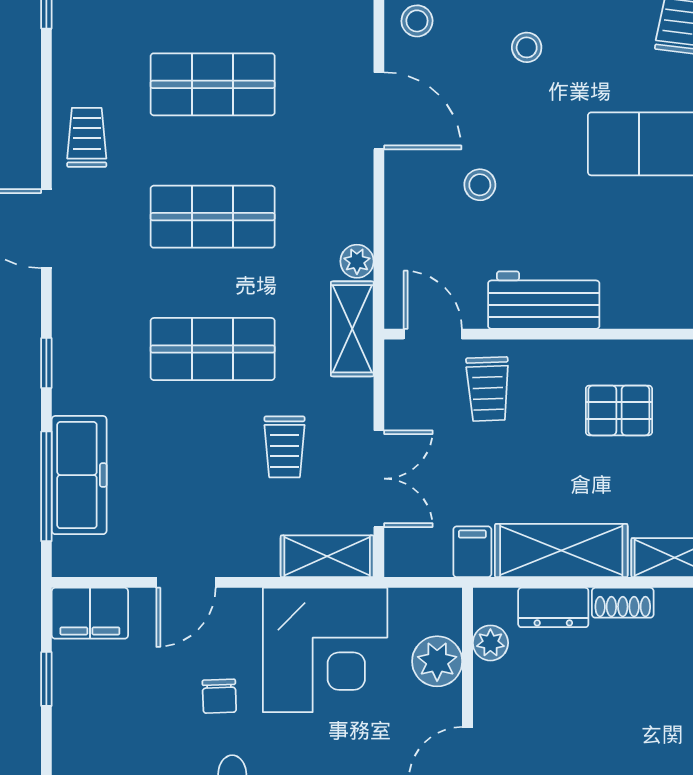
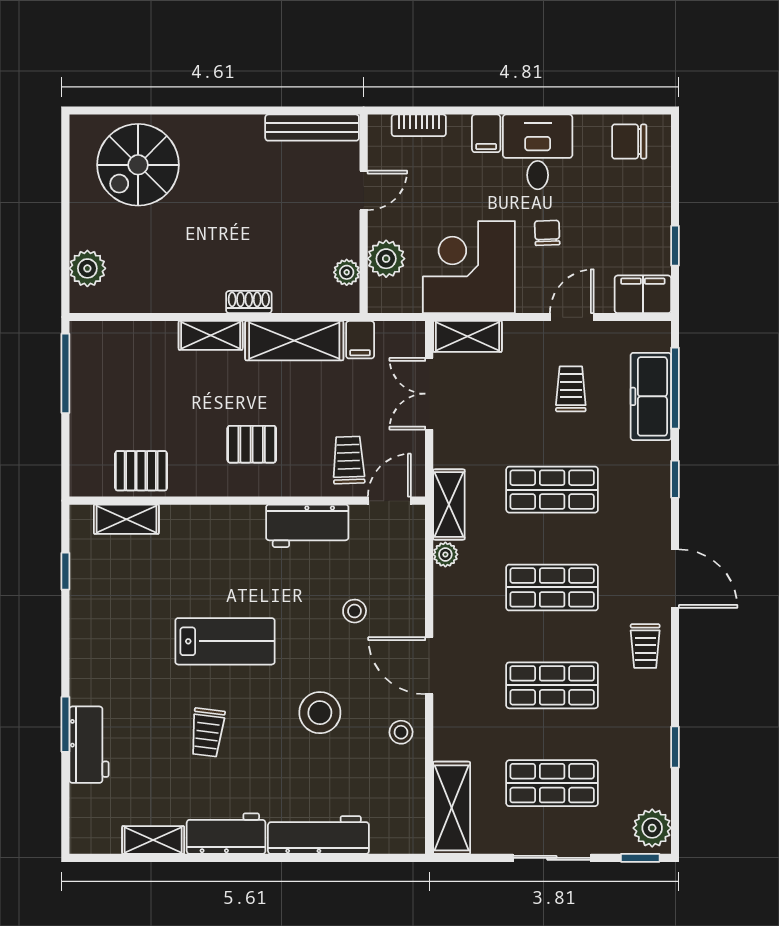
stool: (527, 47) -> (320, 713), width x1.89, depth x1.89
door: (433, 334) -> (389, 501), swing flipped
trolley: (285, 447) -> (571, 389), moved
dresser: (553, 607) -> (300, 299), removed

